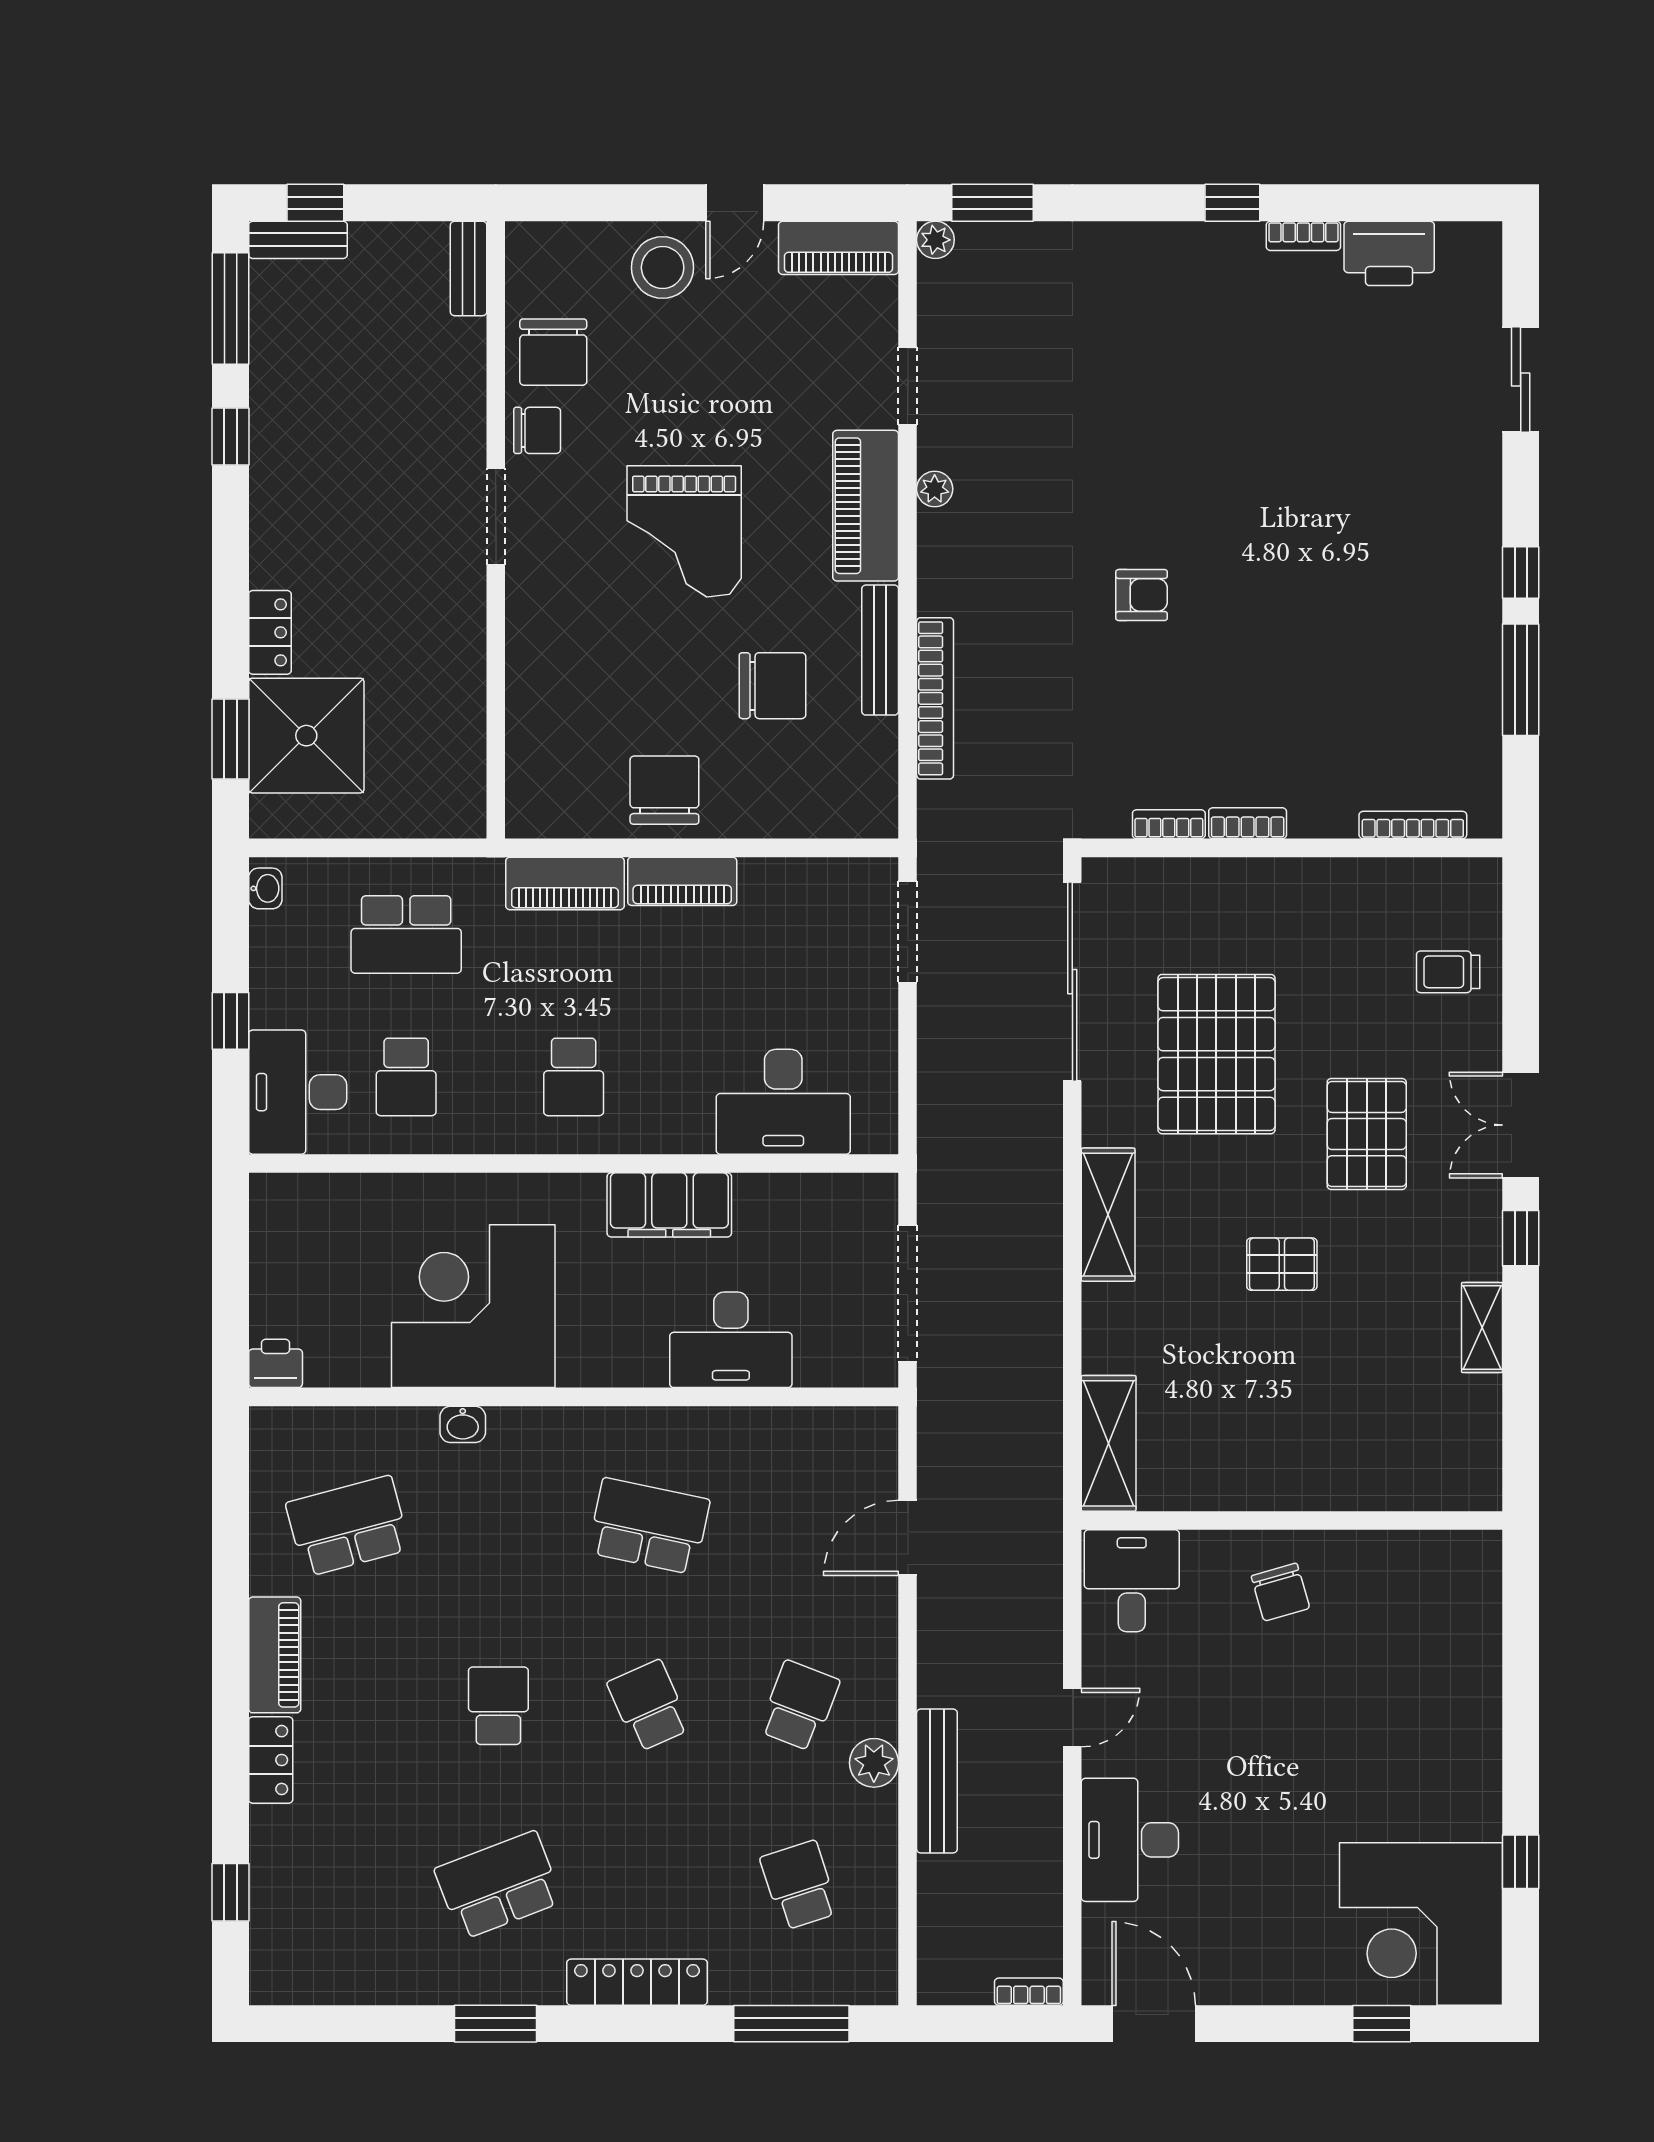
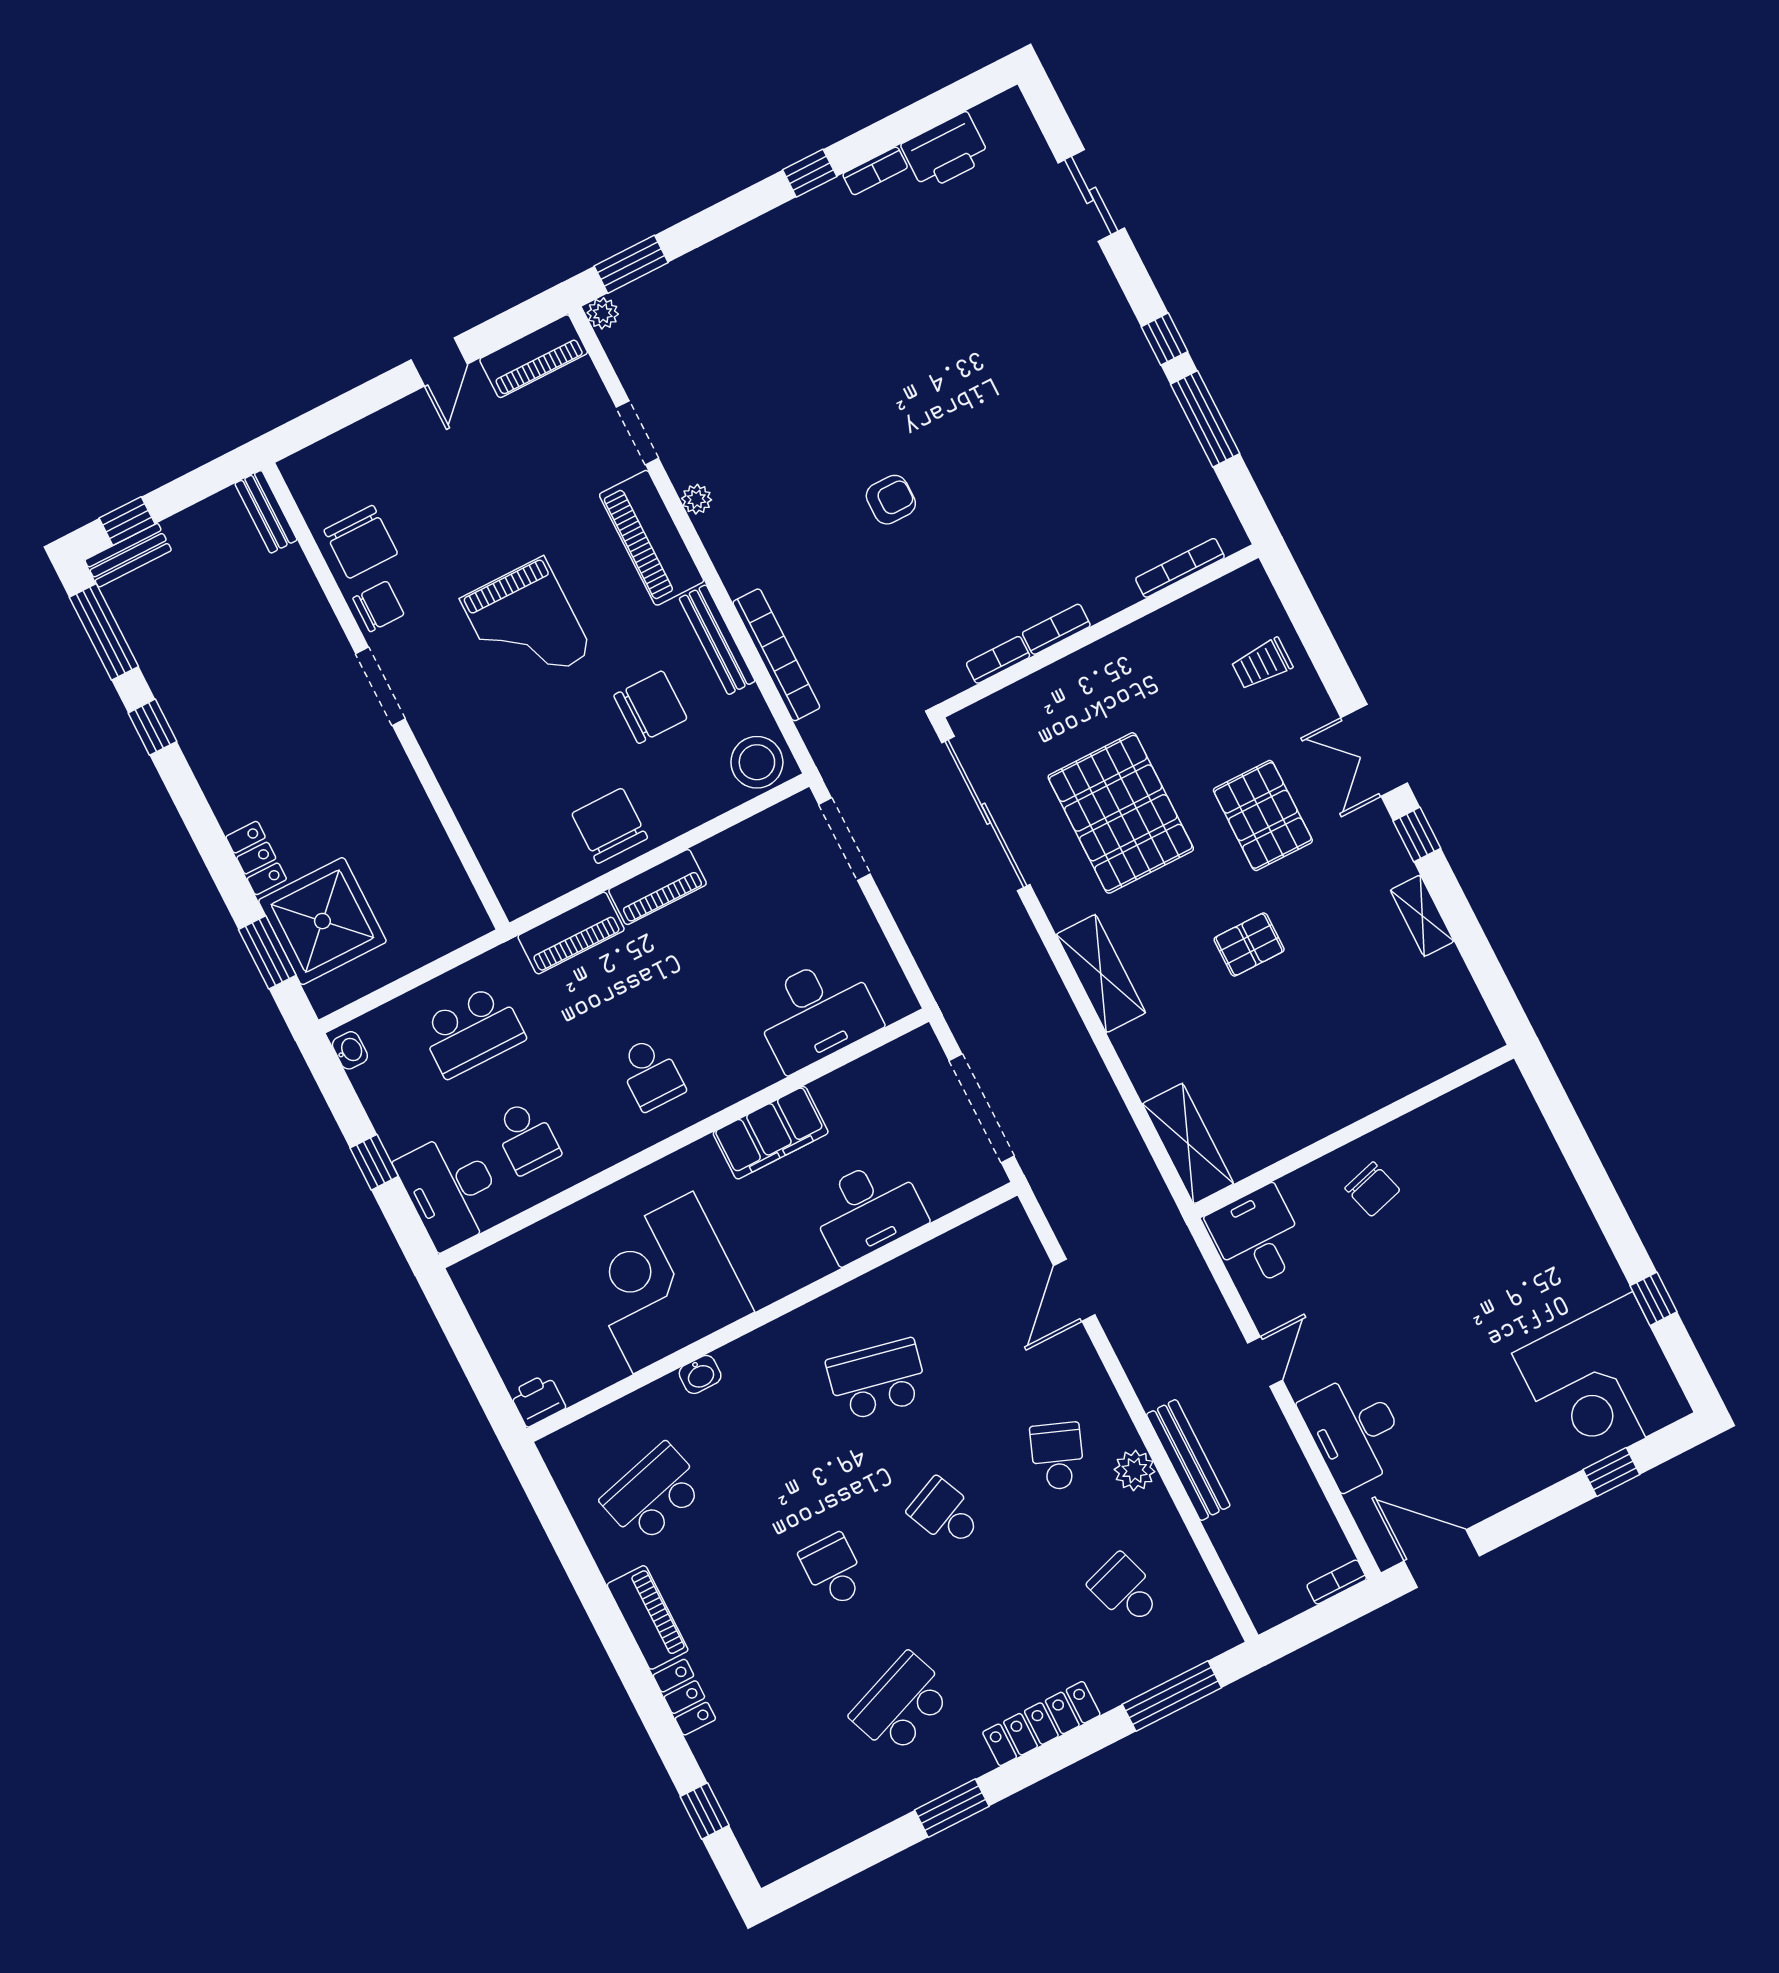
stool: (663, 268) -> (757, 762), moved

